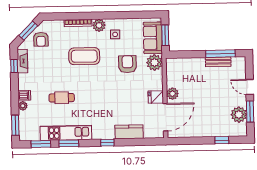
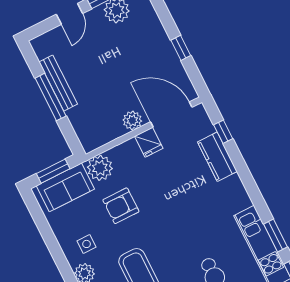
window: (220, 54) -> (51, 97), moved
bench: (218, 62) -> (58, 83), width x1.36
window: (222, 140) -> (181, 48), moved
window: (107, 143) -> (223, 132), moved

